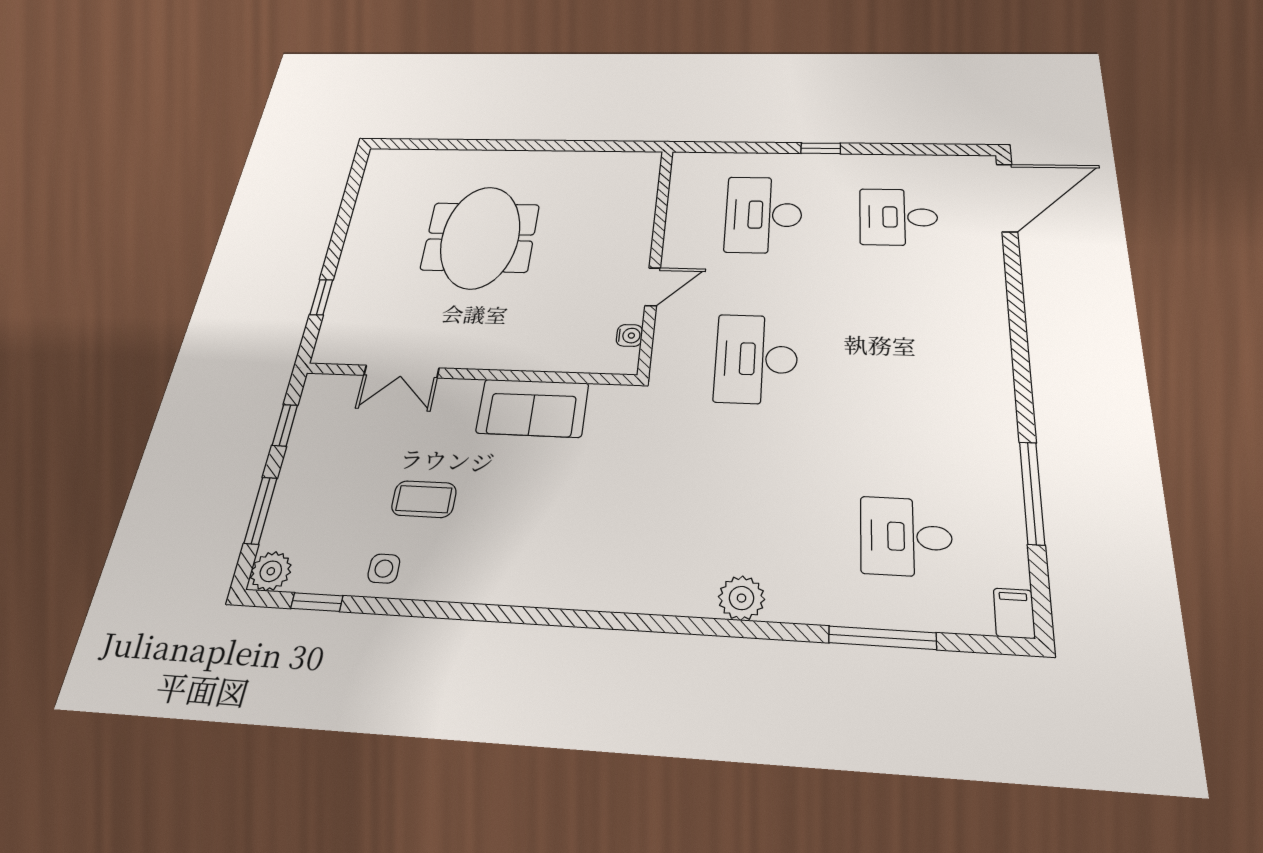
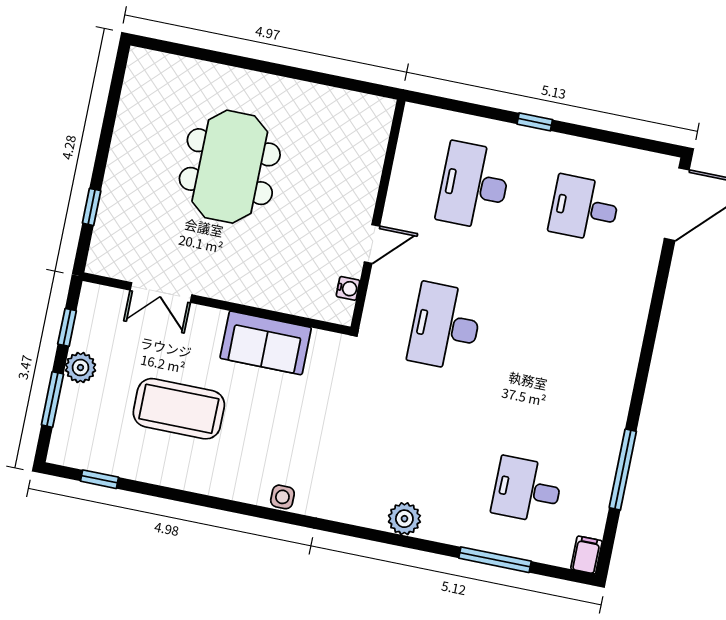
coffee table: (424, 499) -> (179, 409), width x1.86, depth x1.72
side table: (384, 569) -> (282, 497), moved
plant: (271, 571) -> (80, 368), moved

